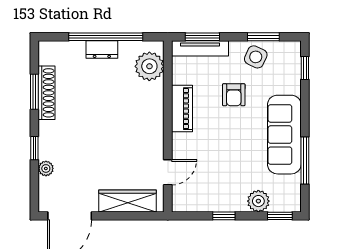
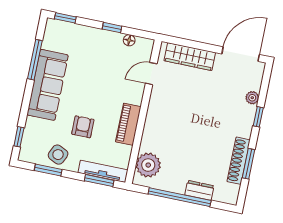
dresser: (102, 49) -> (199, 190), moved
plant: (258, 201) -> (81, 34), removed
floor lamp: (201, 205) -> (129, 40), added

